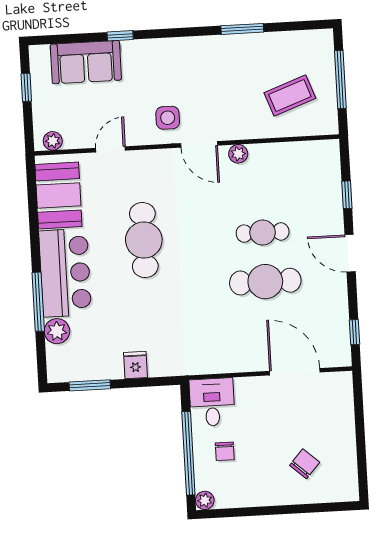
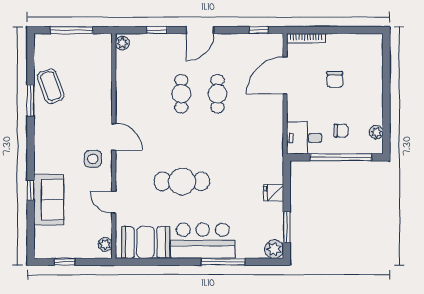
sofa: (86, 62) -> (49, 200), moved
coffee table: (290, 96) -> (51, 86), moved
door: (199, 144) -> (114, 137), hinge flipped
plant: (238, 154) -> (122, 43), moved
cafe table: (265, 282) -> (218, 94), width x0.73, depth x0.74
plant: (57, 331) -> (274, 249), moved
bookcase: (347, 397) -> (306, 38), added
chair: (305, 464) -> (335, 79), moved, turned -132
plant: (205, 500) -> (376, 132), moved

